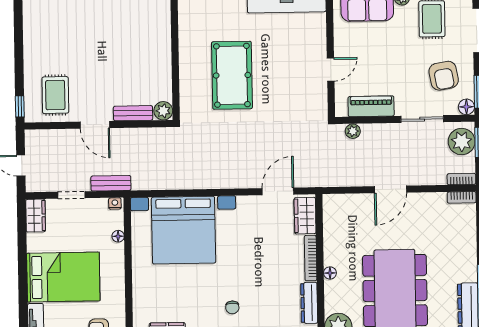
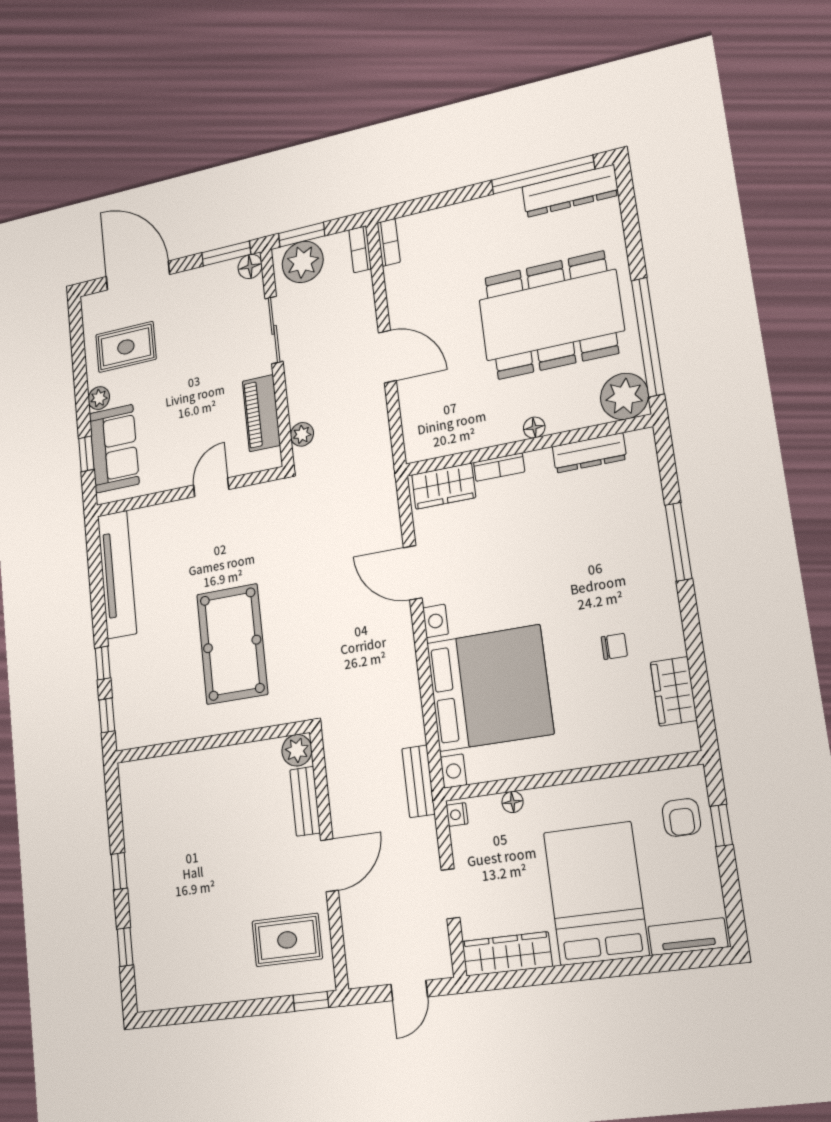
door: (331, 70) -> (211, 487), hinge flipped
pool table: (232, 75) -> (232, 644), turned 90
armchair: (444, 76) -> (207, 311), removed
bench: (111, 183) -> (418, 781), moved
door: (278, 191) -> (413, 573), moved
wardrobe: (36, 216) -> (507, 954), width x1.50
bookcase: (311, 258) -> (499, 467), width x0.64
chair: (232, 307) -> (614, 646), moved

